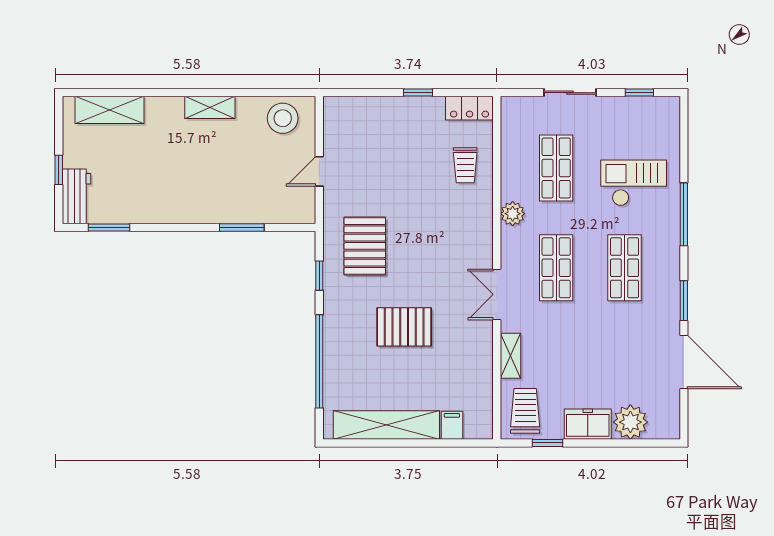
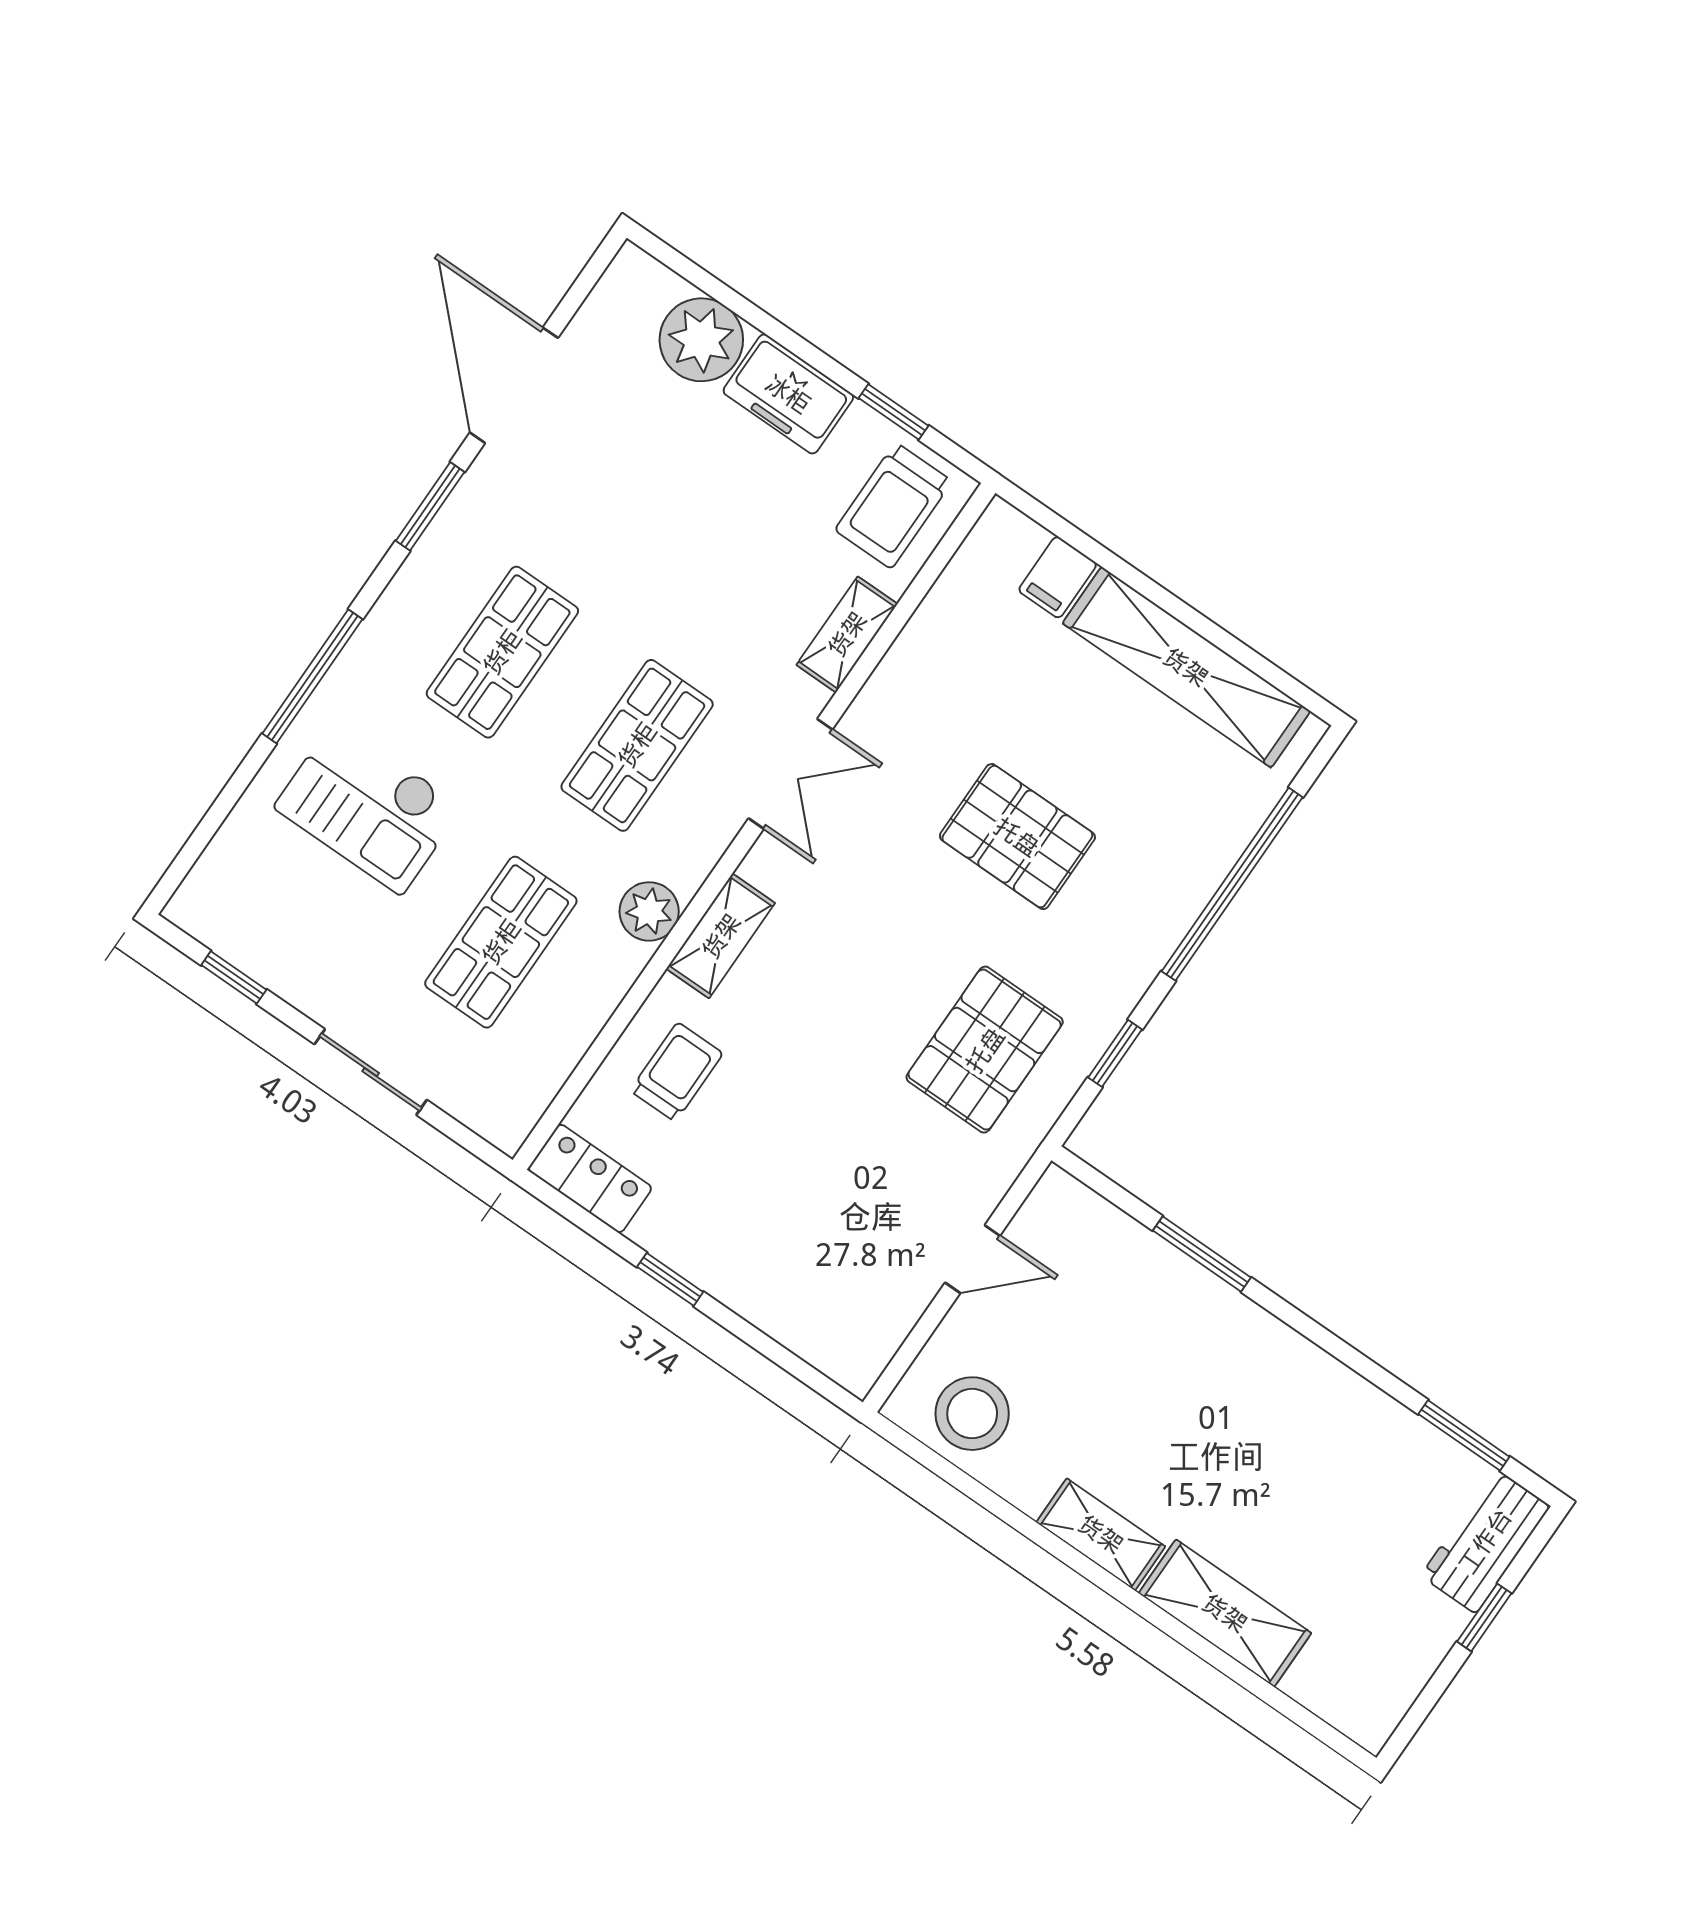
shelving: (109, 110) -> (1225, 1613), moved
shelving: (482, 222) -> (721, 936), added

